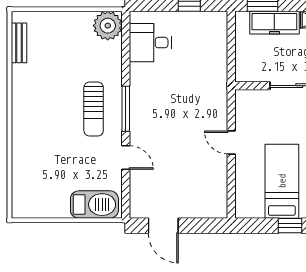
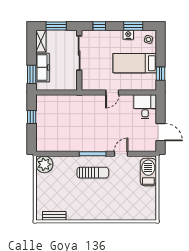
desk: (150, 43) -> (145, 107), moved, turned 180
door: (163, 226) -> (161, 132), hinge flipped
window: (290, 226) -> (161, 74), moved

